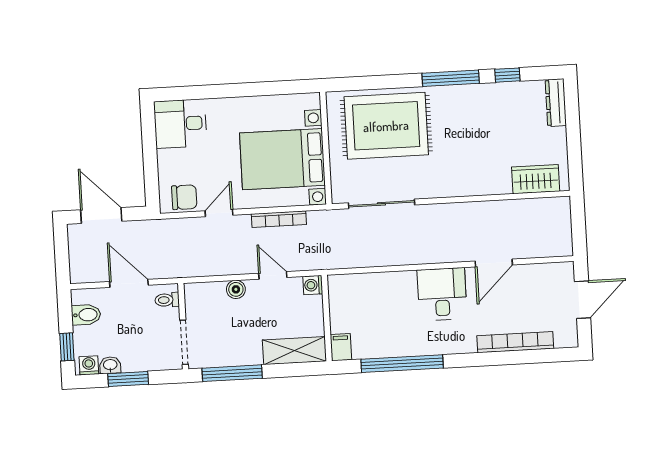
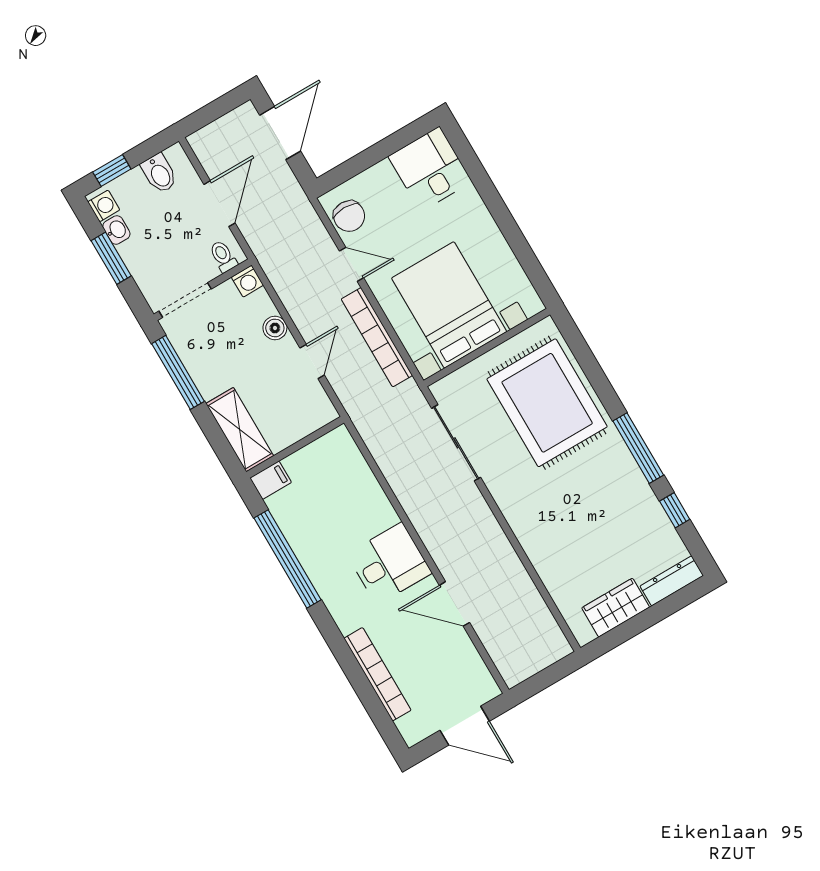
wardrobe: (536, 179) -> (616, 608), moved, turned -90
bookcase: (279, 219) -> (377, 337), width x1.48, depth x1.31
washing machine: (313, 285) -> (247, 281), moved, turned 180

